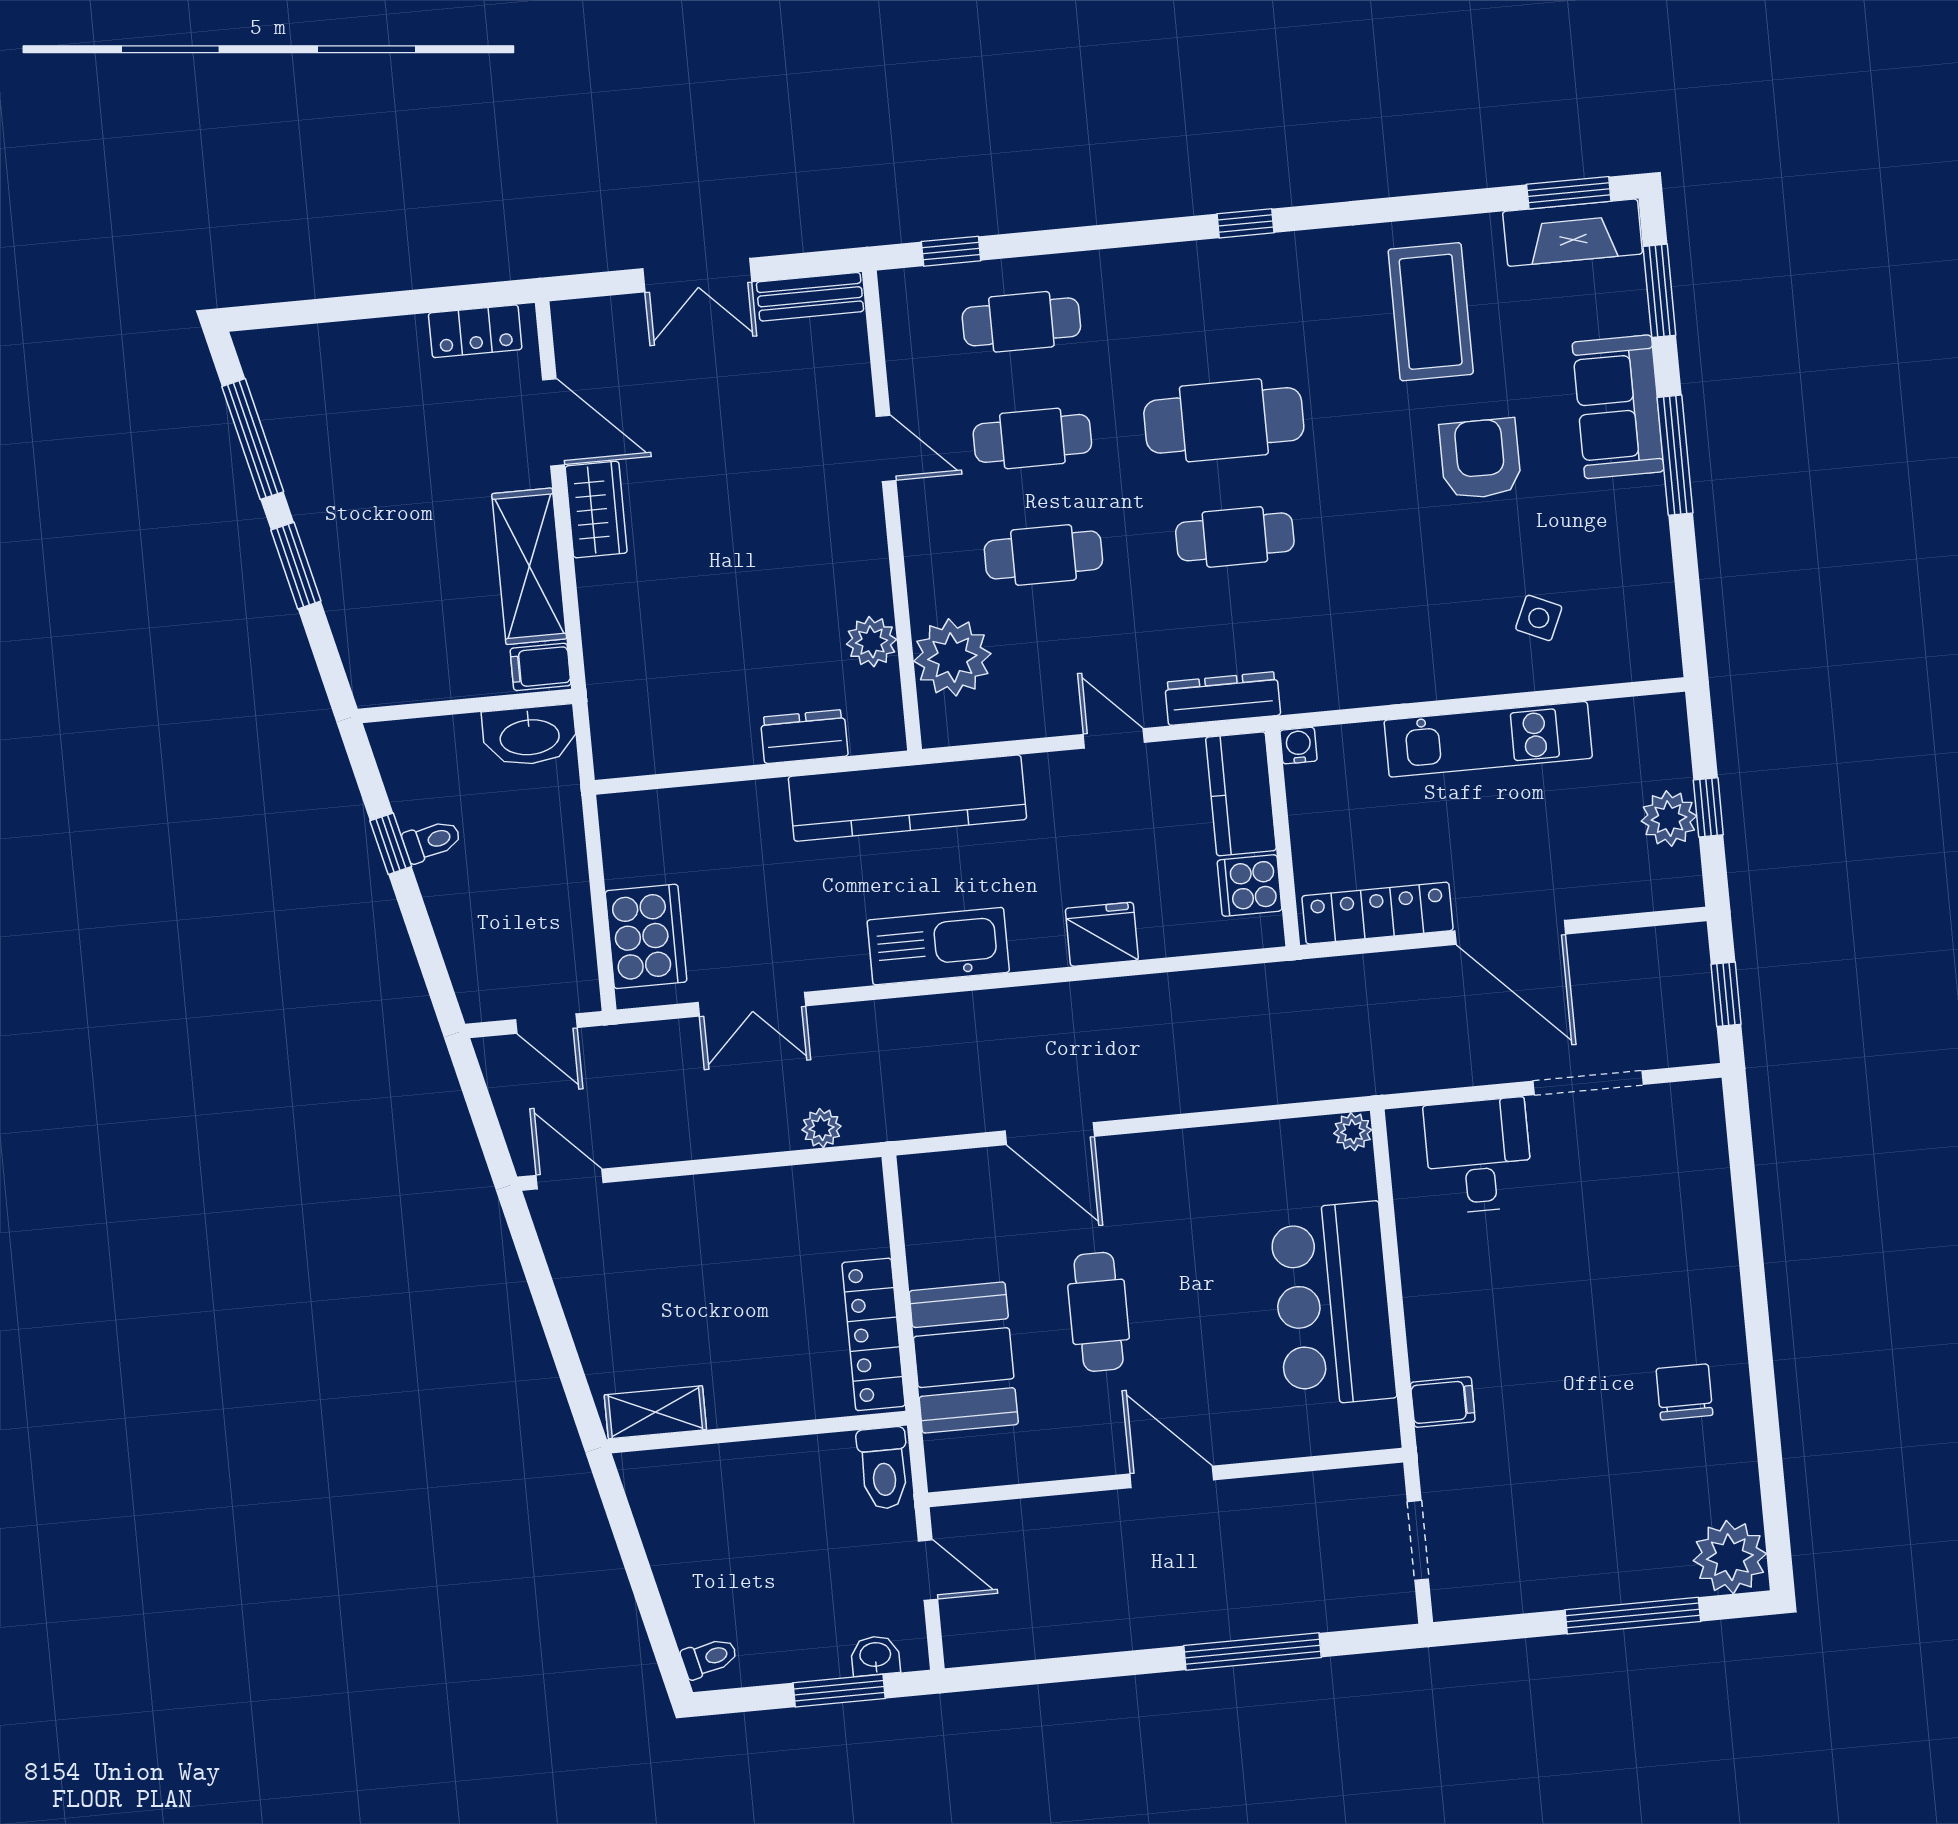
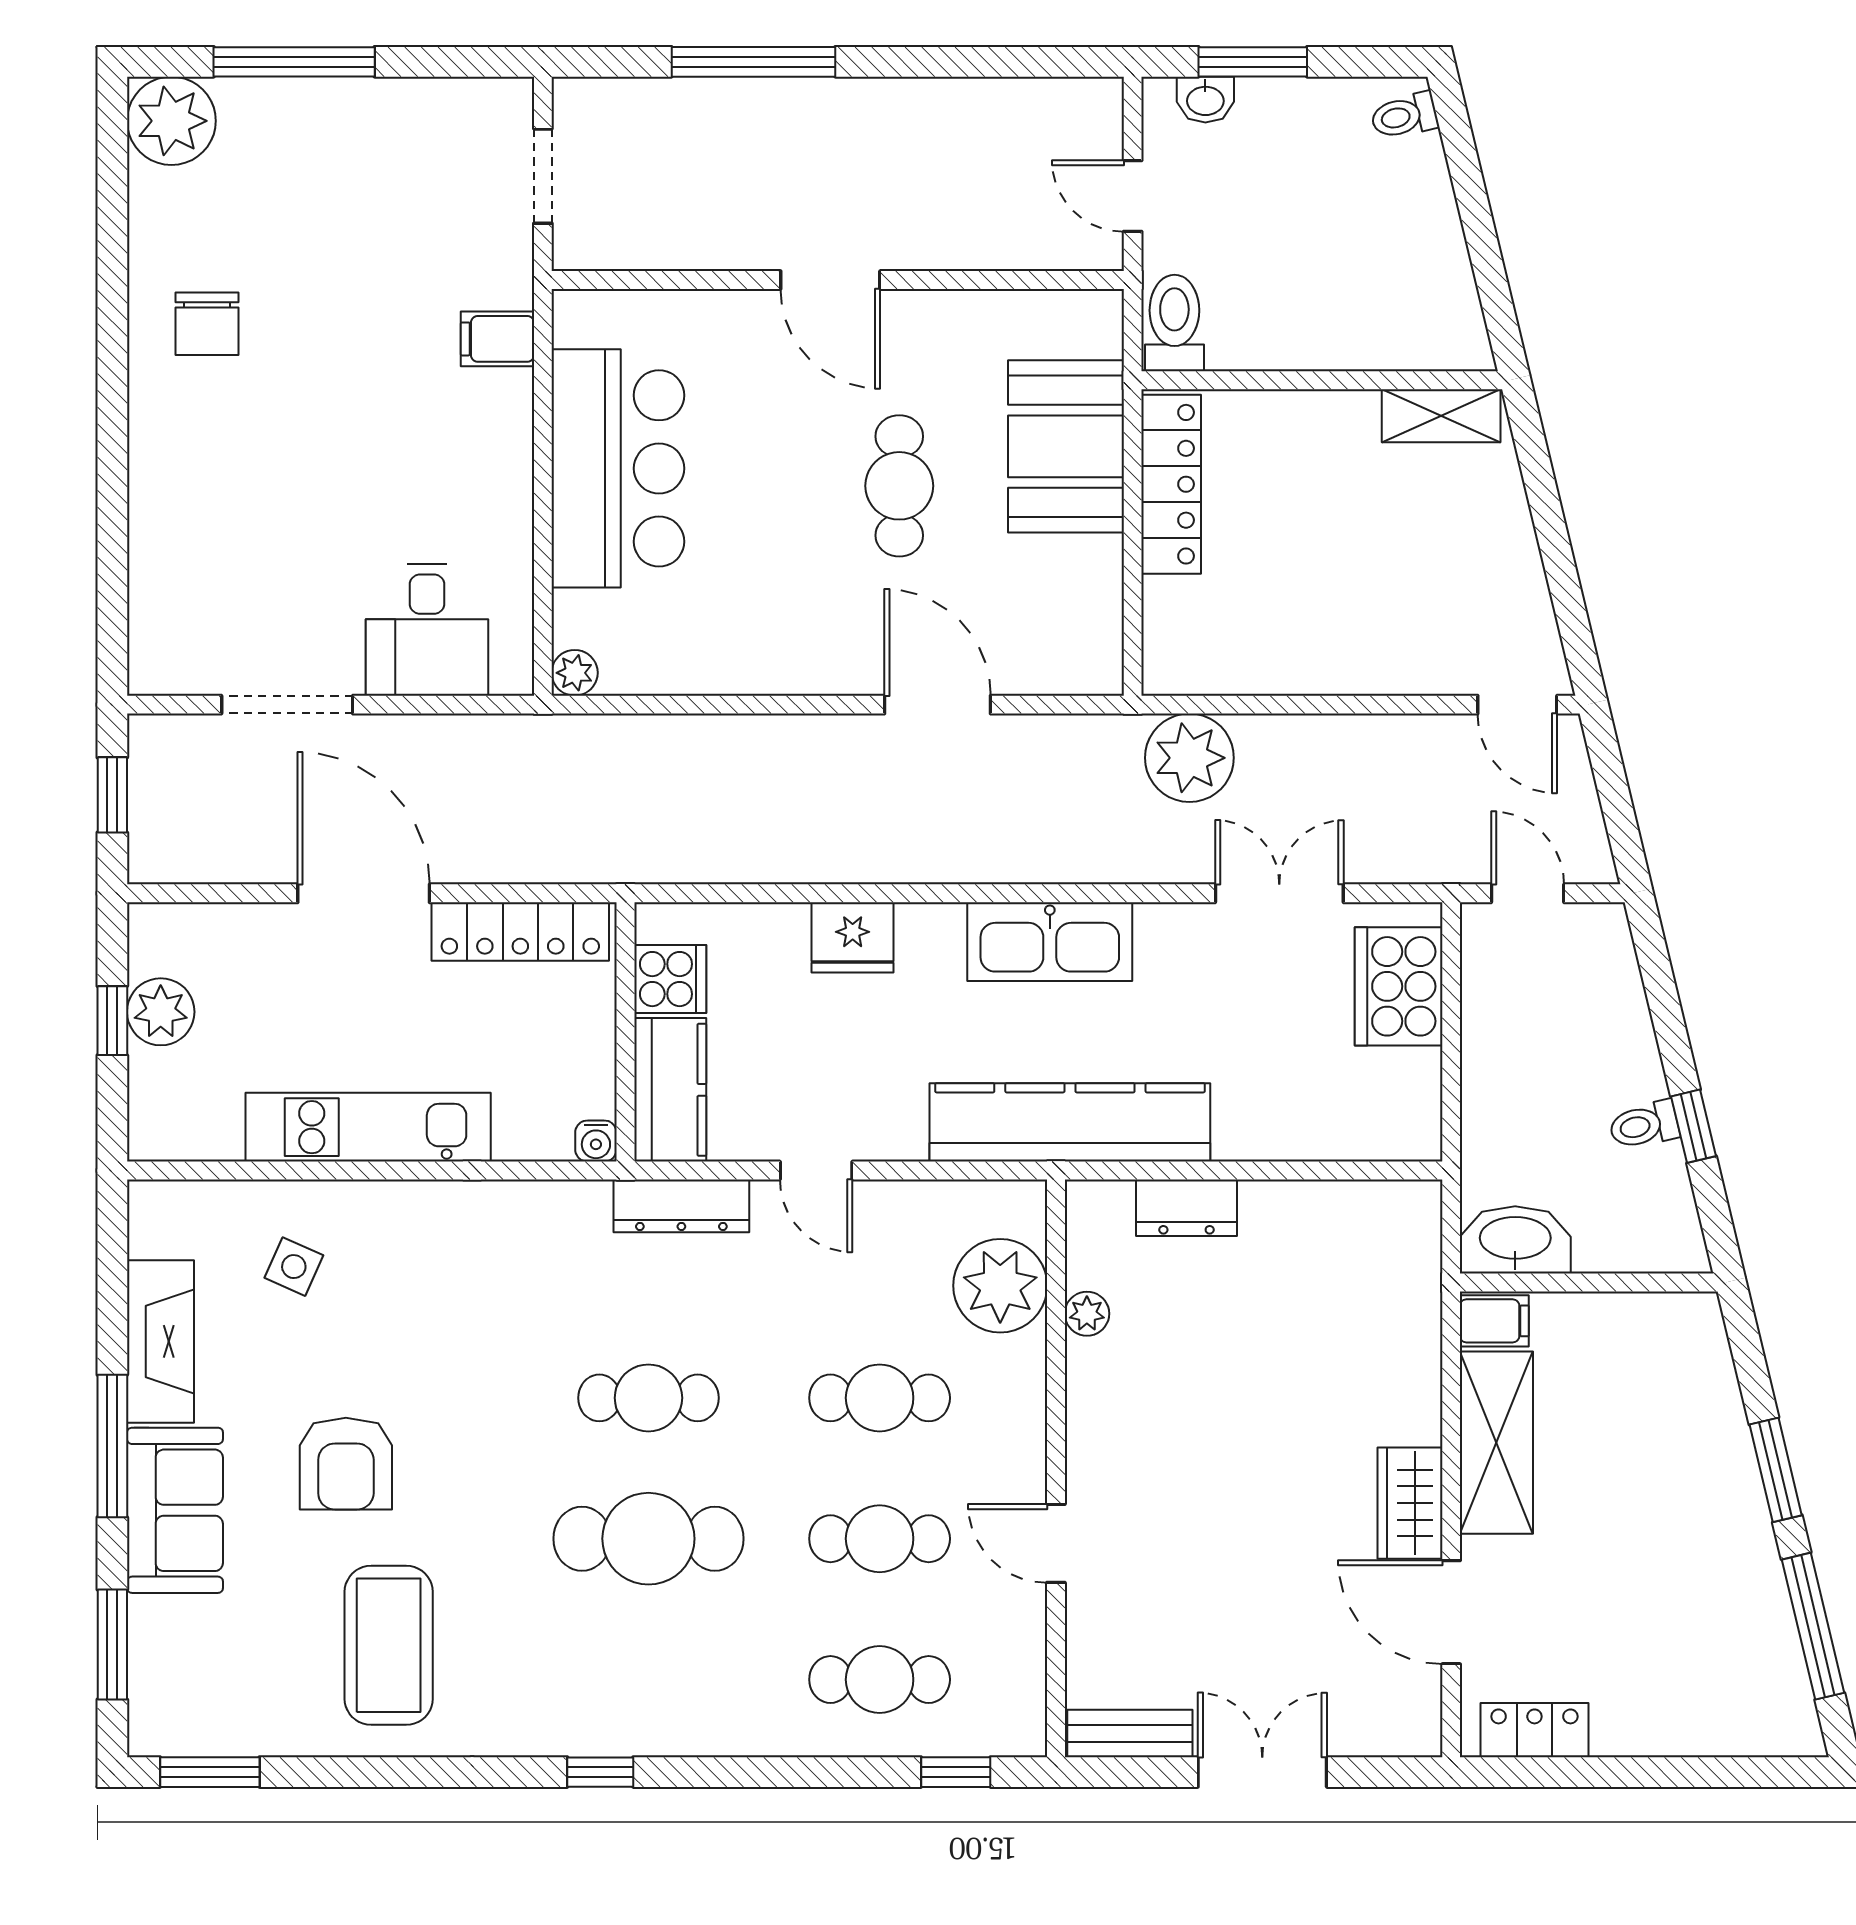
fireplace: (1573, 233) -> (161, 1341), moved, turned 90
plant: (871, 642) -> (1087, 1314), width x0.73, depth x0.73
plant: (822, 1128) -> (1189, 758), width x1.88, depth x1.88

